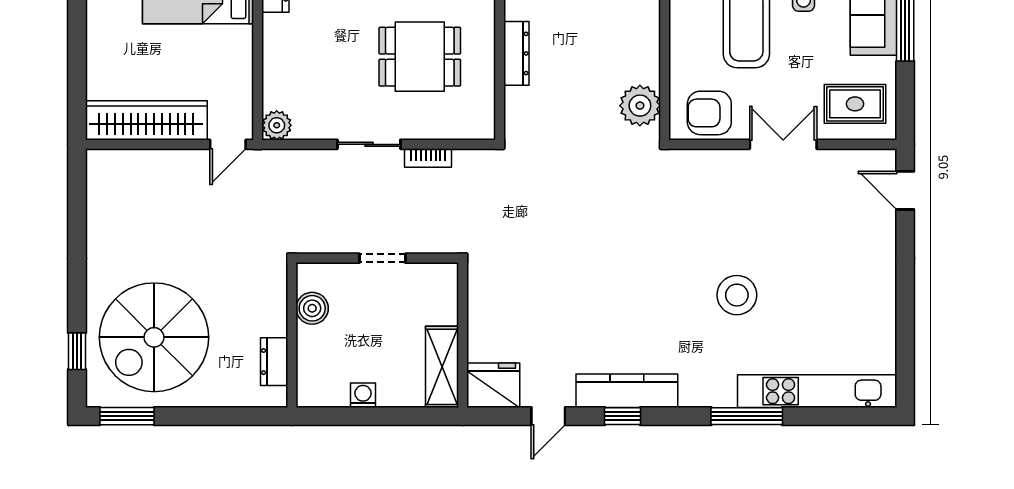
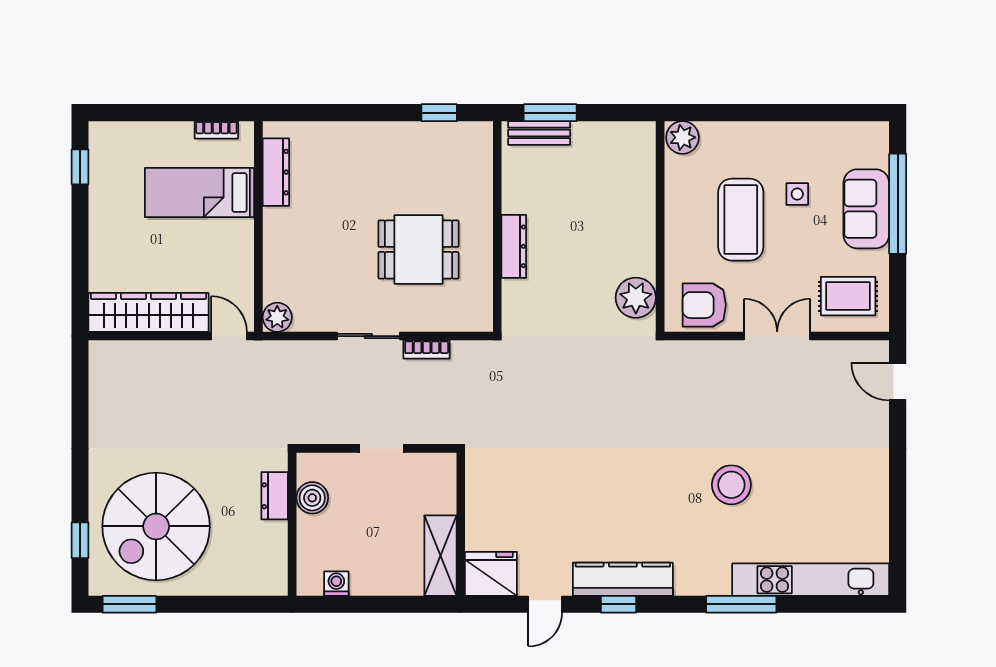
door: (228, 144) -> (229, 336), swing flipped
dresser: (274, 362) -> (275, 496), moved
washing machine: (363, 395) -> (336, 584), moved

